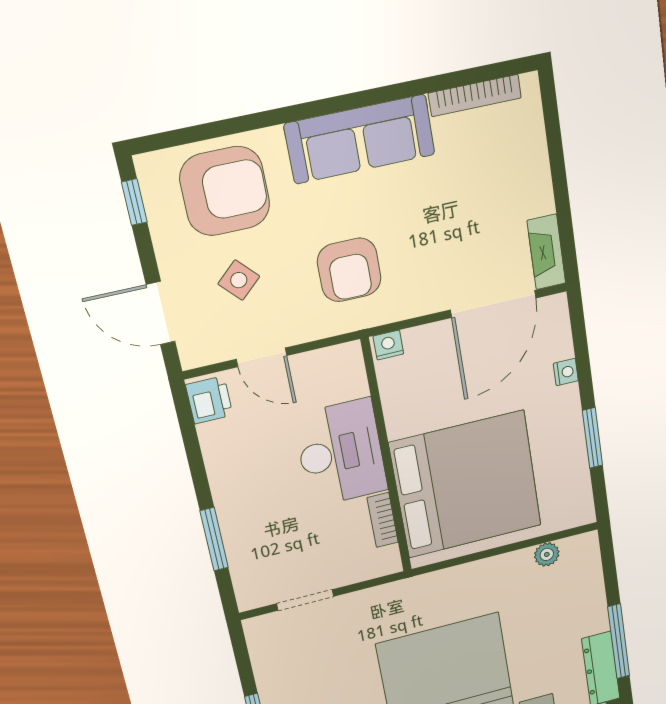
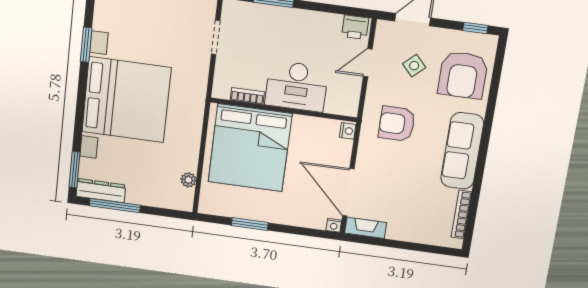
nightstand: (566, 372) -> (334, 225), moved

